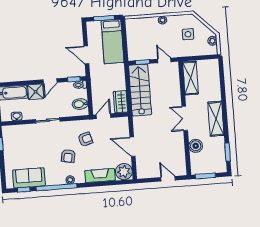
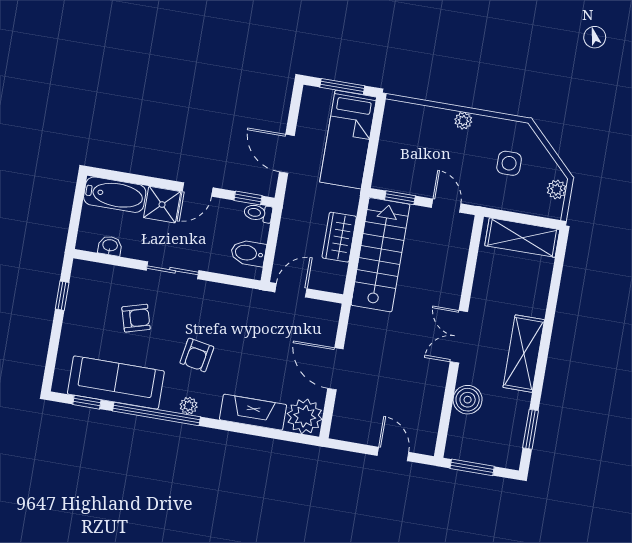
shelving: (191, 78) -> (522, 238), moved, turned 90
wardrobe: (121, 102) -> (339, 237), moved
armchair: (85, 139) -> (136, 318), moved
sofa: (29, 178) -> (116, 383), width x1.36

